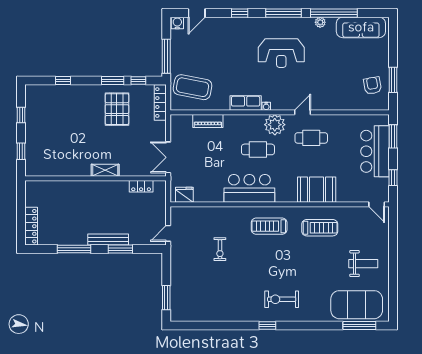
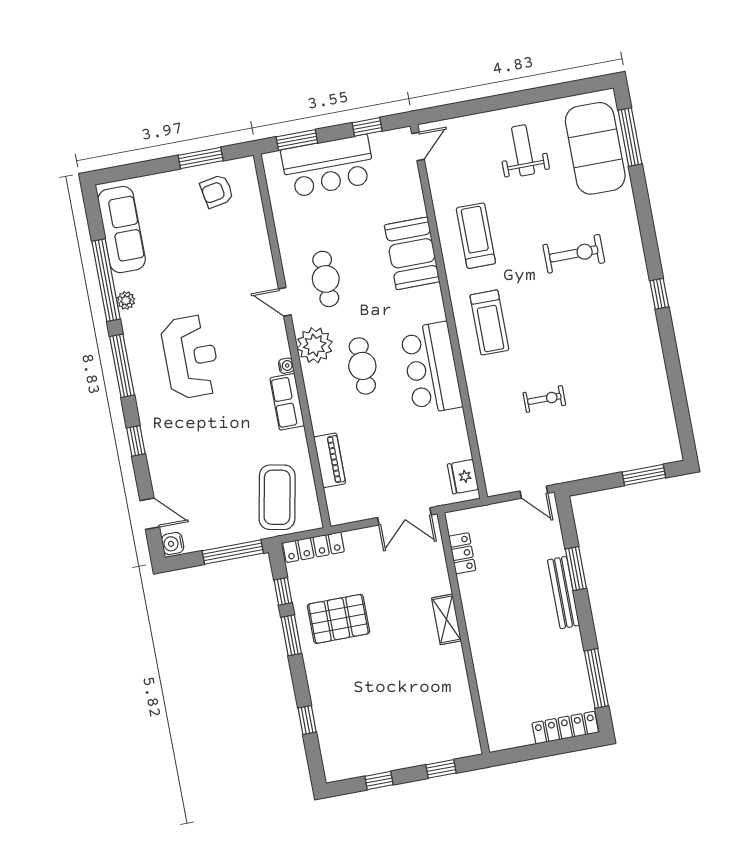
window: (74, 249) -> (596, 678), moved
exercise bike: (282, 299) -> (574, 254), moved, turned -90

